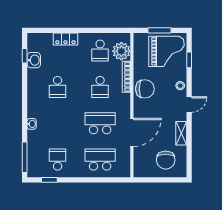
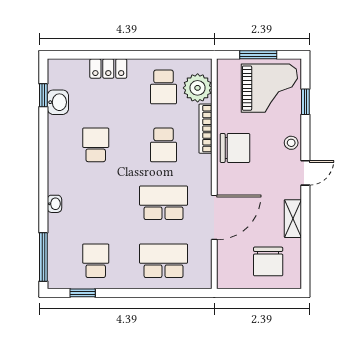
school desk: (58, 87) -> (96, 145), turned 180

